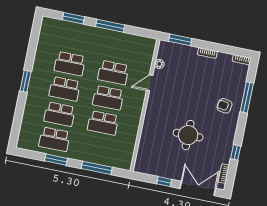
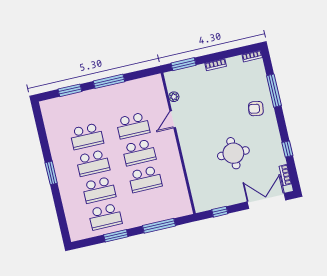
window: (164, 182) -> (220, 212), moved

